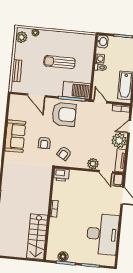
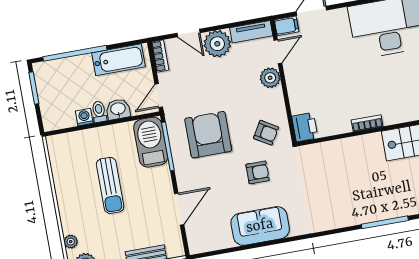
washbasin: (102, 42) -> (118, 109), moved
armchair: (64, 114) -> (208, 135), moved

